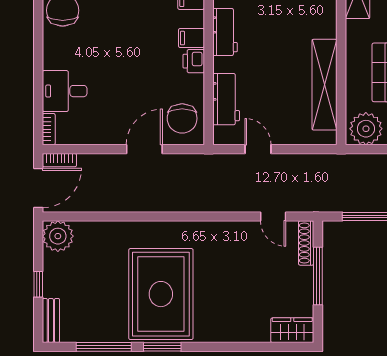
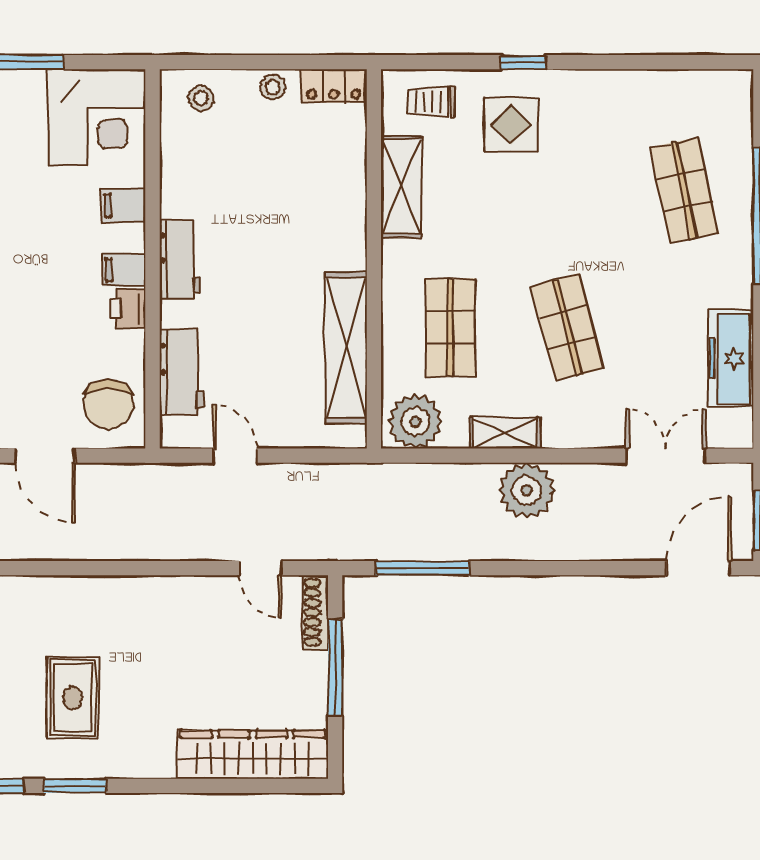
door: (144, 149) -> (45, 456), swing flipped
rug: (161, 294) -> (73, 698), width x0.54, depth x0.49
wardrobe: (292, 330) -> (253, 755), width x2.10, depth x1.17

